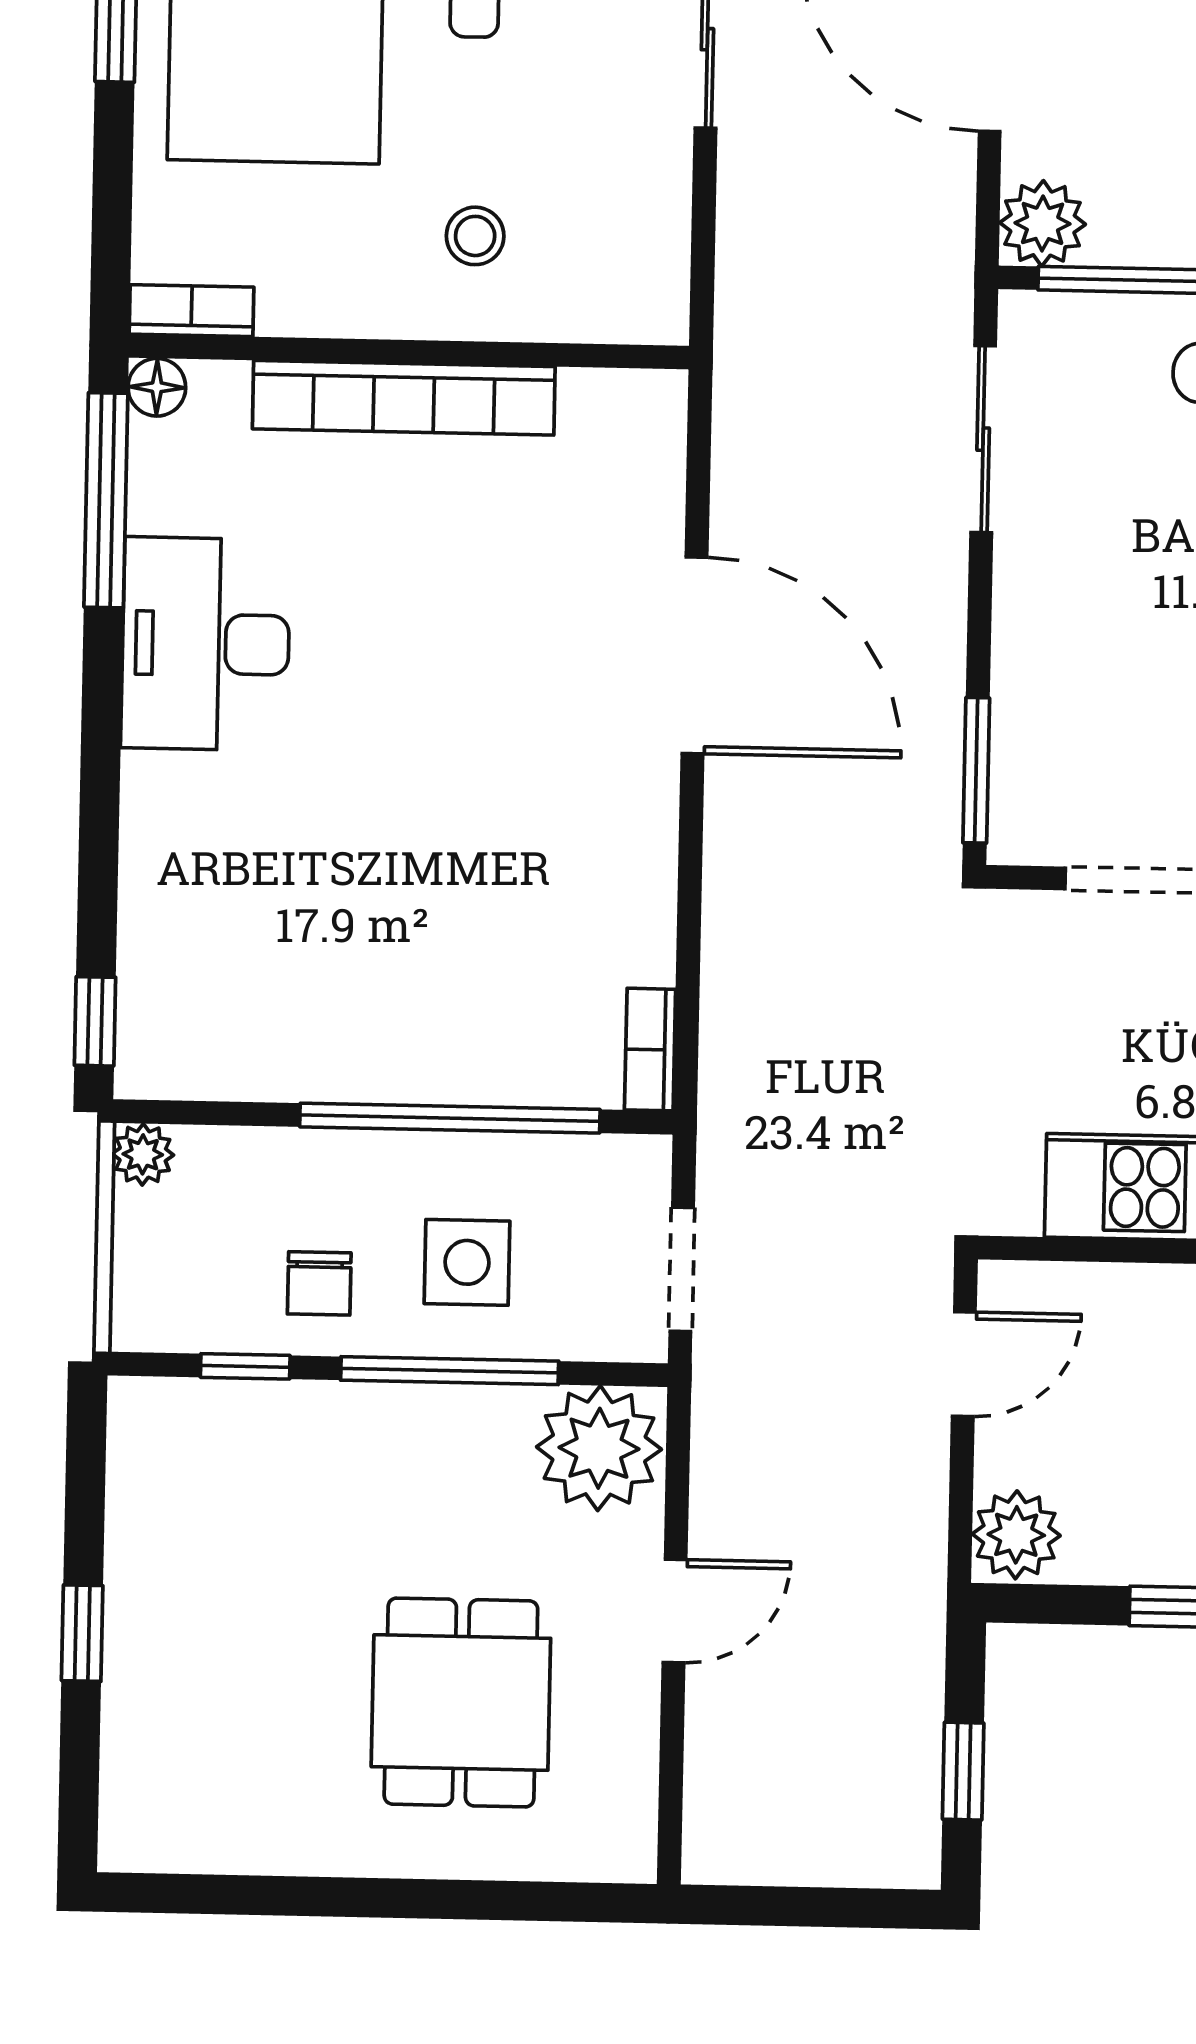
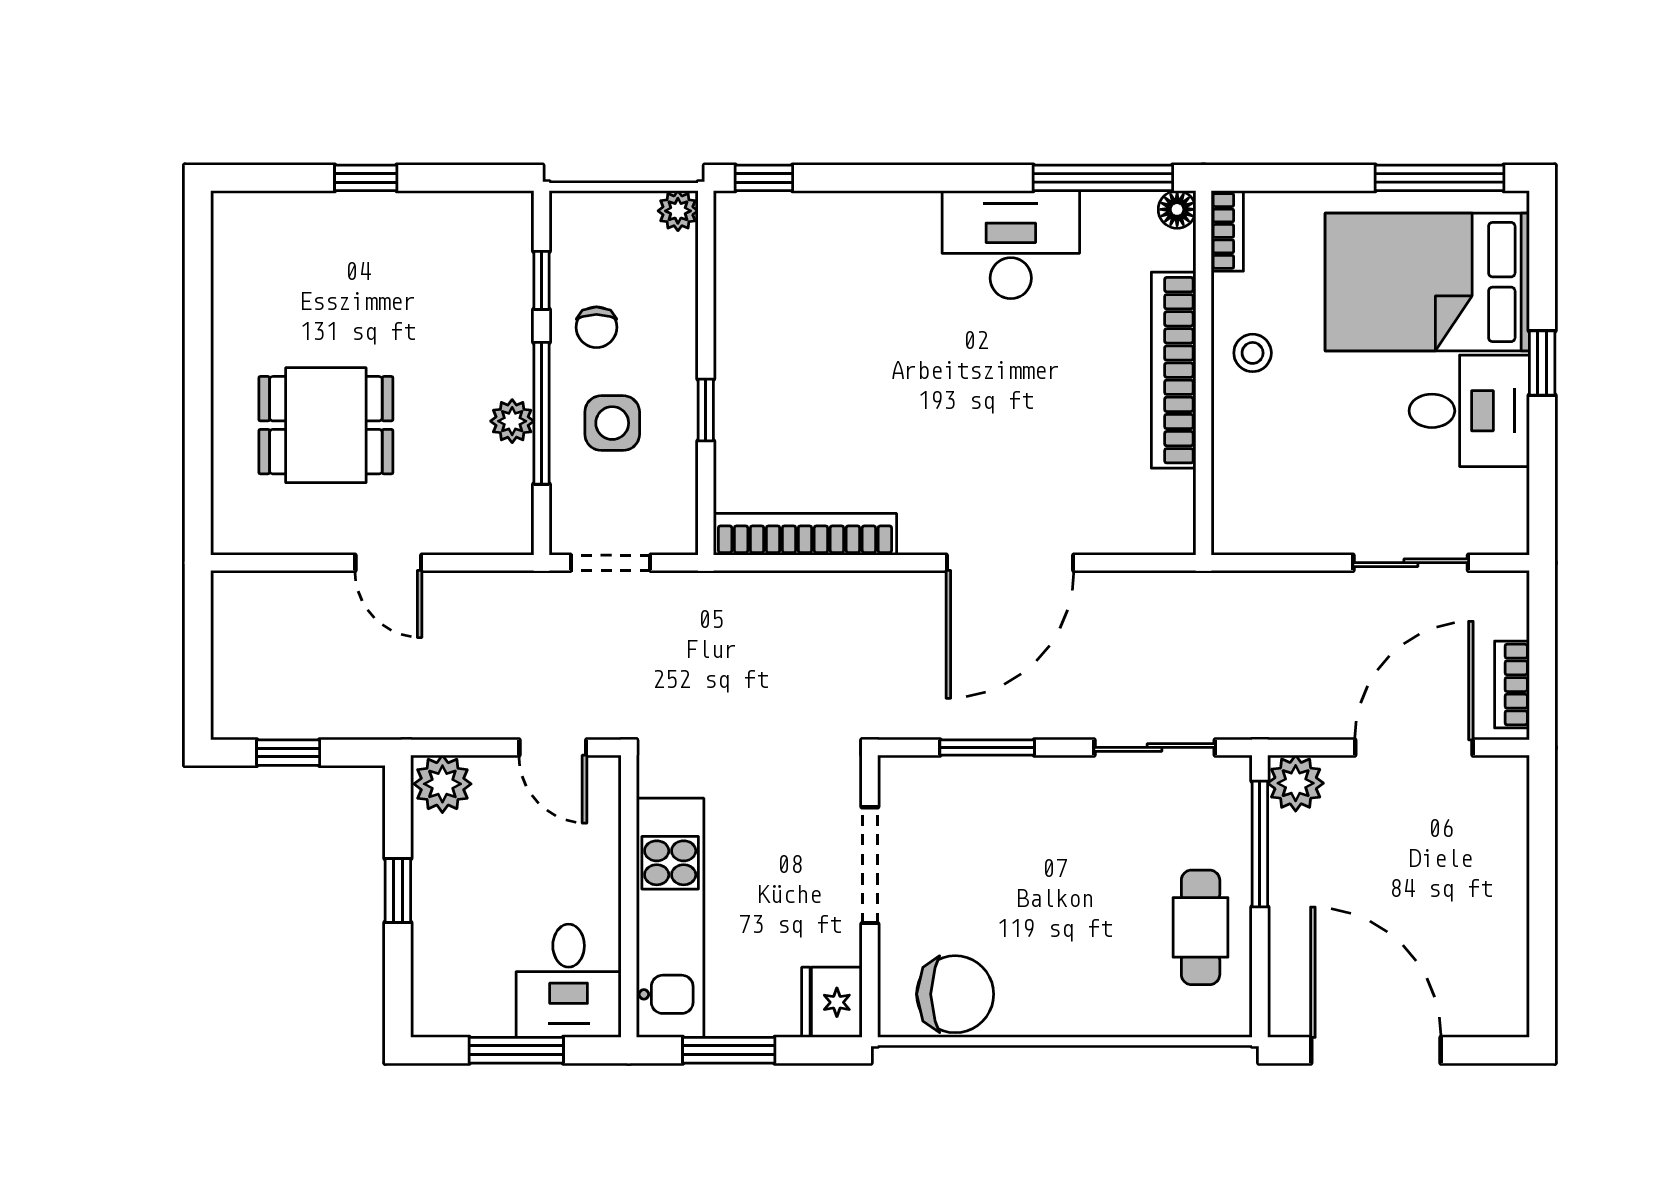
stool: (475, 236) -> (1253, 353), moved
window: (976, 770) -> (987, 747), moved
bookcase: (650, 1050) -> (805, 534), width x2.31, depth x1.31
window: (450, 1118) -> (706, 410), width x0.32
chair: (319, 1283) -> (596, 327), turned -90
plant: (599, 1448) -> (512, 421), moved, width x0.53, depth x0.53

